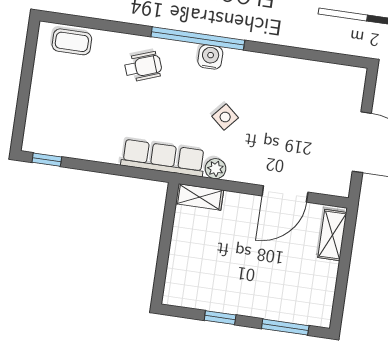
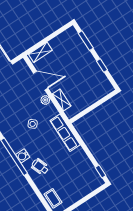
water cooler: (210, 57) -> (23, 156), moved
plant: (215, 169) -> (45, 100), moved
shelving: (200, 197) -> (62, 100), moved

